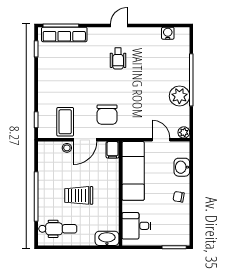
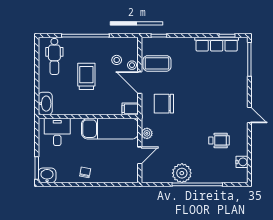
row of seats: (64, 34) -> (217, 44), moved, turned -90
wheelchair: (118, 59) -> (219, 140), moved, turned 180
plant: (184, 132) -> (147, 133), moved
stool: (62, 164) -> (117, 60), added
washbasin: (182, 167) -> (47, 175), moved

